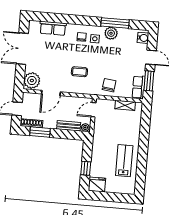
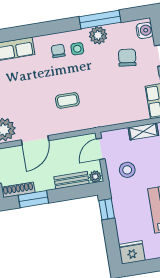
chair: (109, 85) -> (127, 58), moved
stool: (108, 128) -> (127, 170), added
window: (86, 168) -> (107, 209), moved

